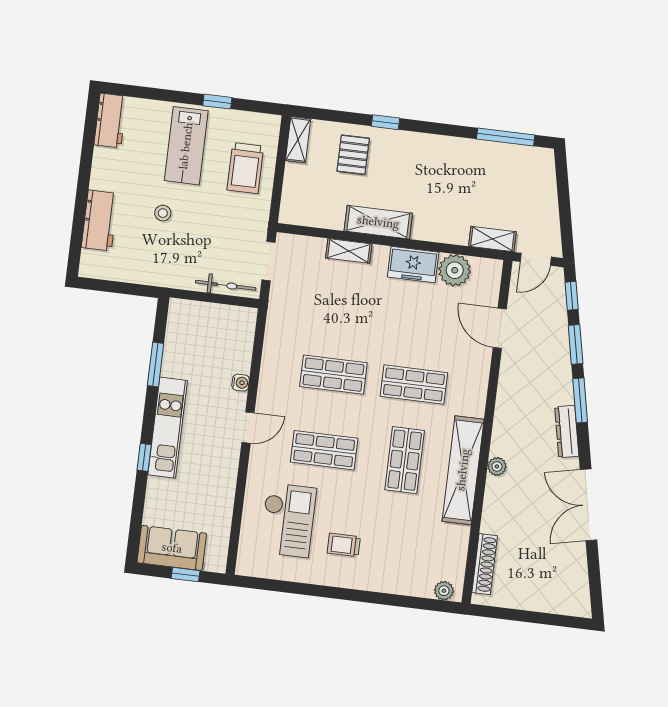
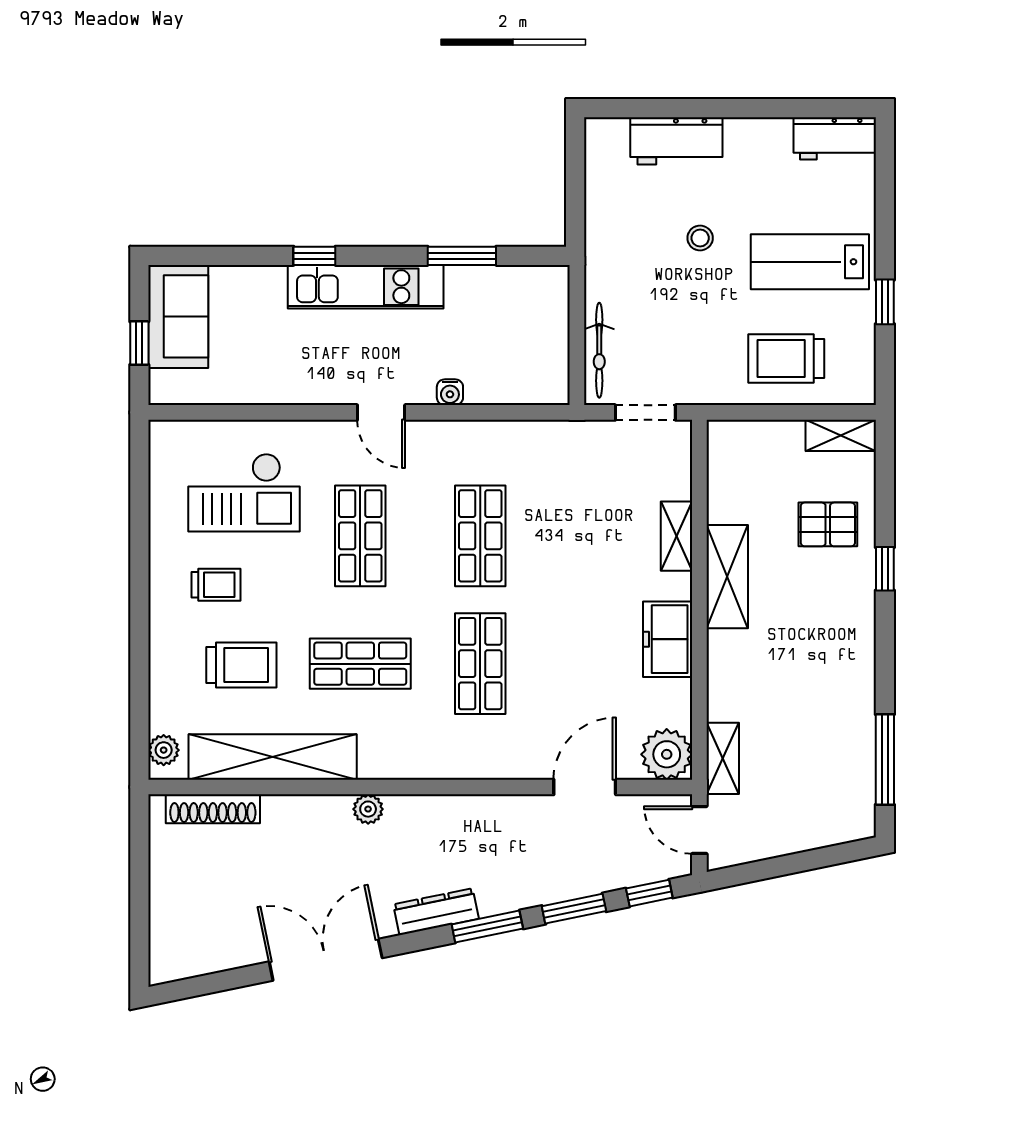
plant: (455, 270) -> (667, 754), moved
shelving: (463, 470) -> (273, 757), moved
trolley: (396, 535) -> (241, 665), added
trolley: (344, 545) -> (216, 585), turned 90

